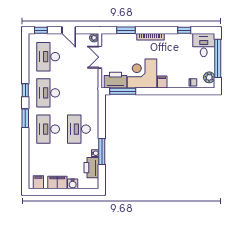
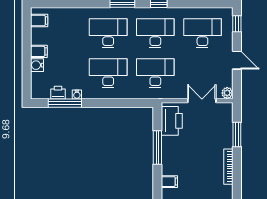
door: (69, 30) -> (237, 60), swing flipped
corner desk: (142, 74) -> (180, 155), removed
window: (123, 91) -> (157, 148), moved
desk: (79, 93) -> (155, 73), added
window: (102, 151) -> (65, 103), moved
printer: (91, 168) -> (58, 93), width x0.53, depth x0.68
filing cabinet: (57, 182) -> (39, 51), width x0.50

